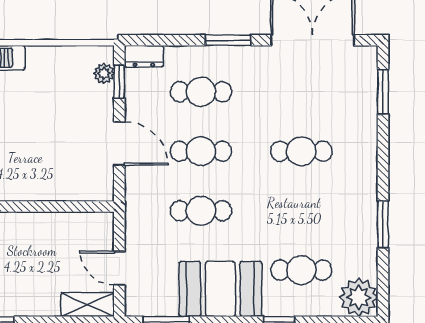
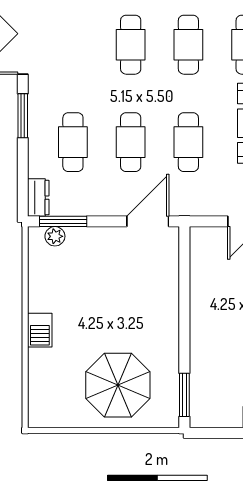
window: (119, 82) -> (63, 221), width x1.50
door: (119, 143) -> (148, 221), moved
cafe table: (301, 211) -> (188, 45), added

